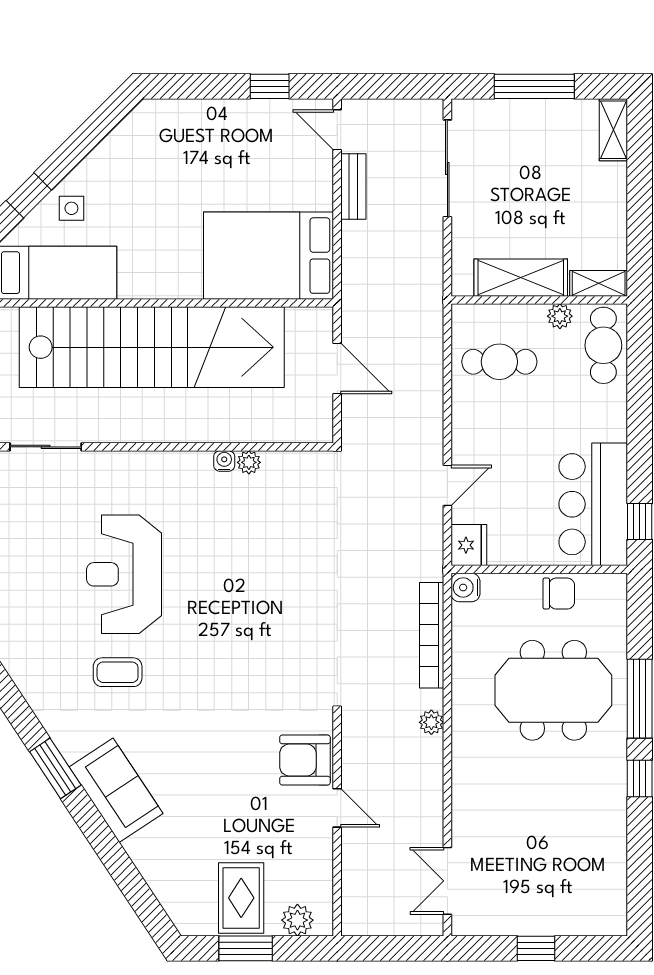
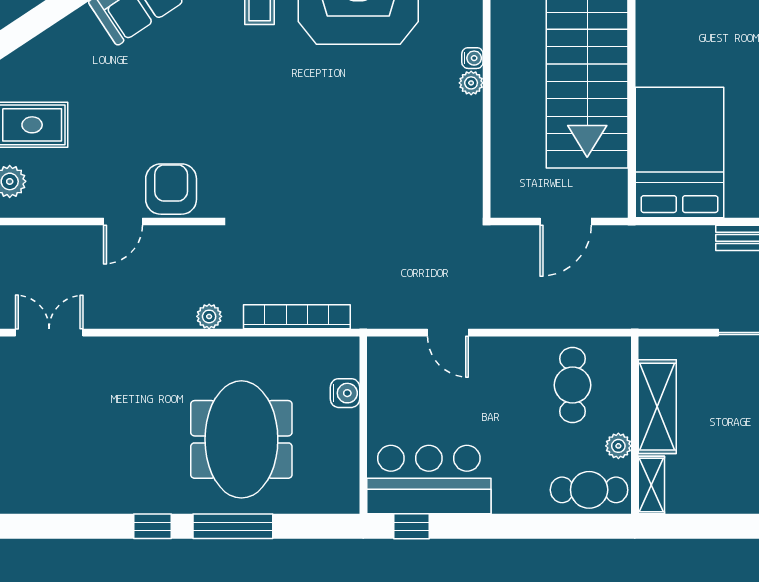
water cooler: (224, 461) -> (472, 58), moved
plant: (249, 462) -> (471, 83), moved
fridge: (469, 545) -> (388, 354), removed
water cooler: (465, 587) -> (345, 393), moved, turned 90
chair: (559, 594) -> (339, 445), removed

